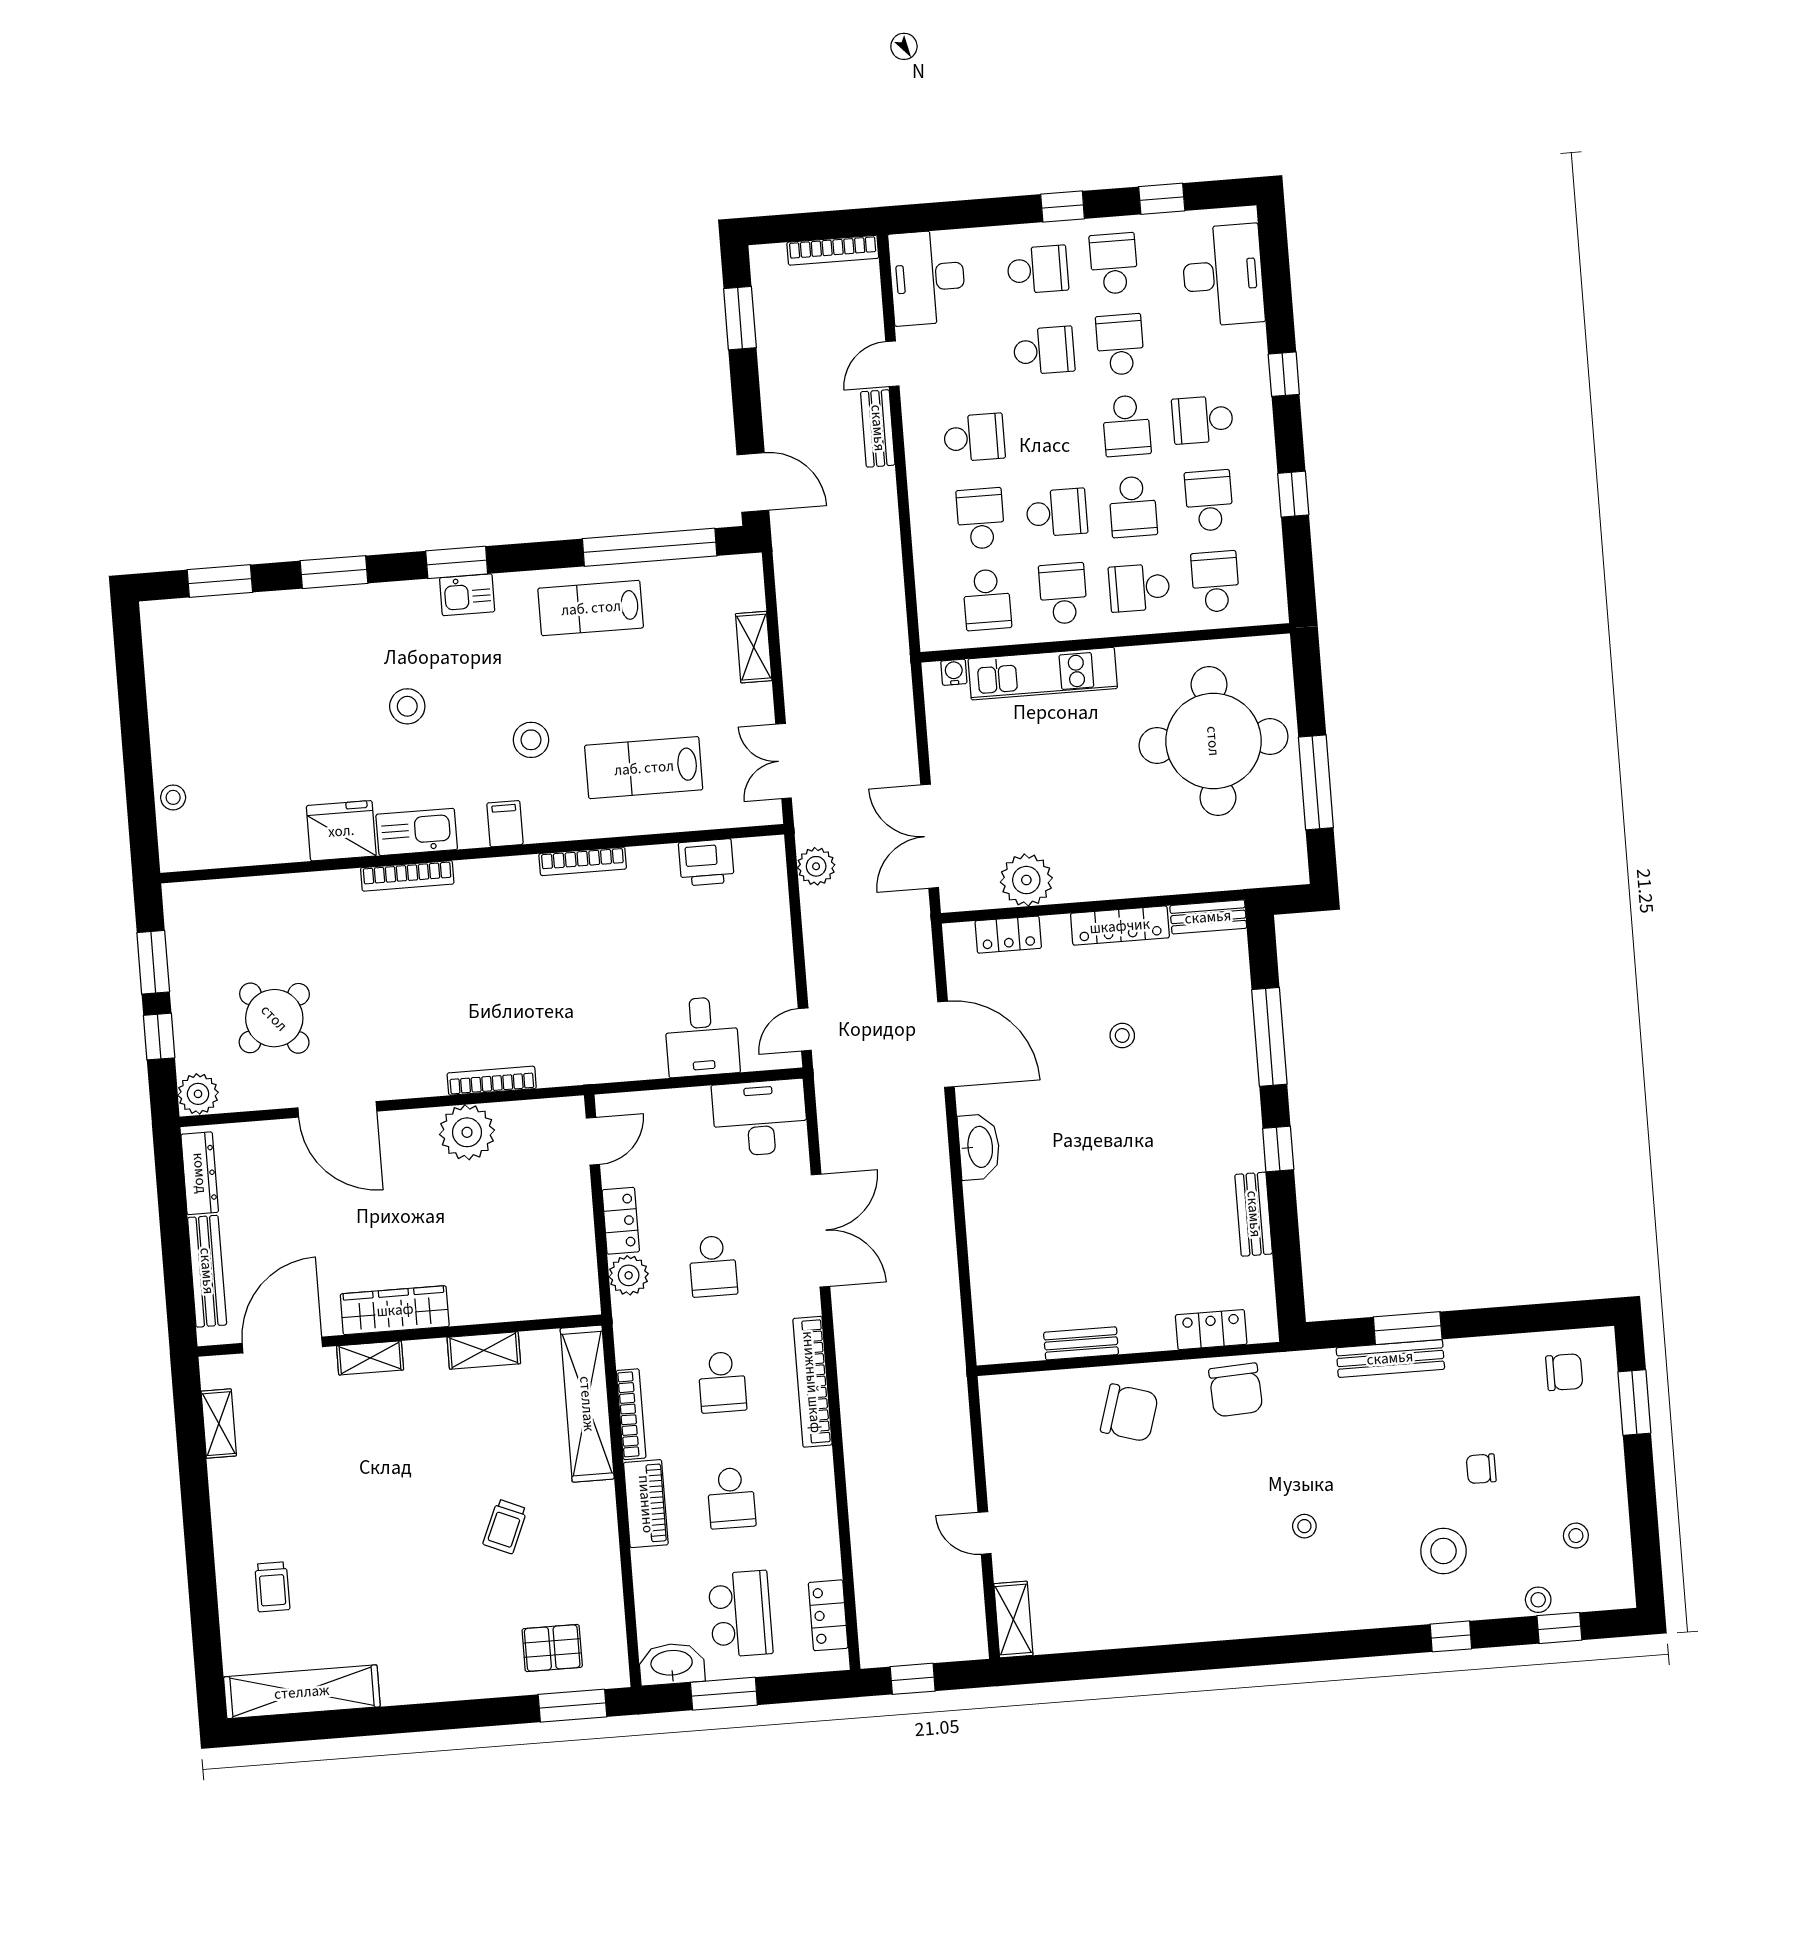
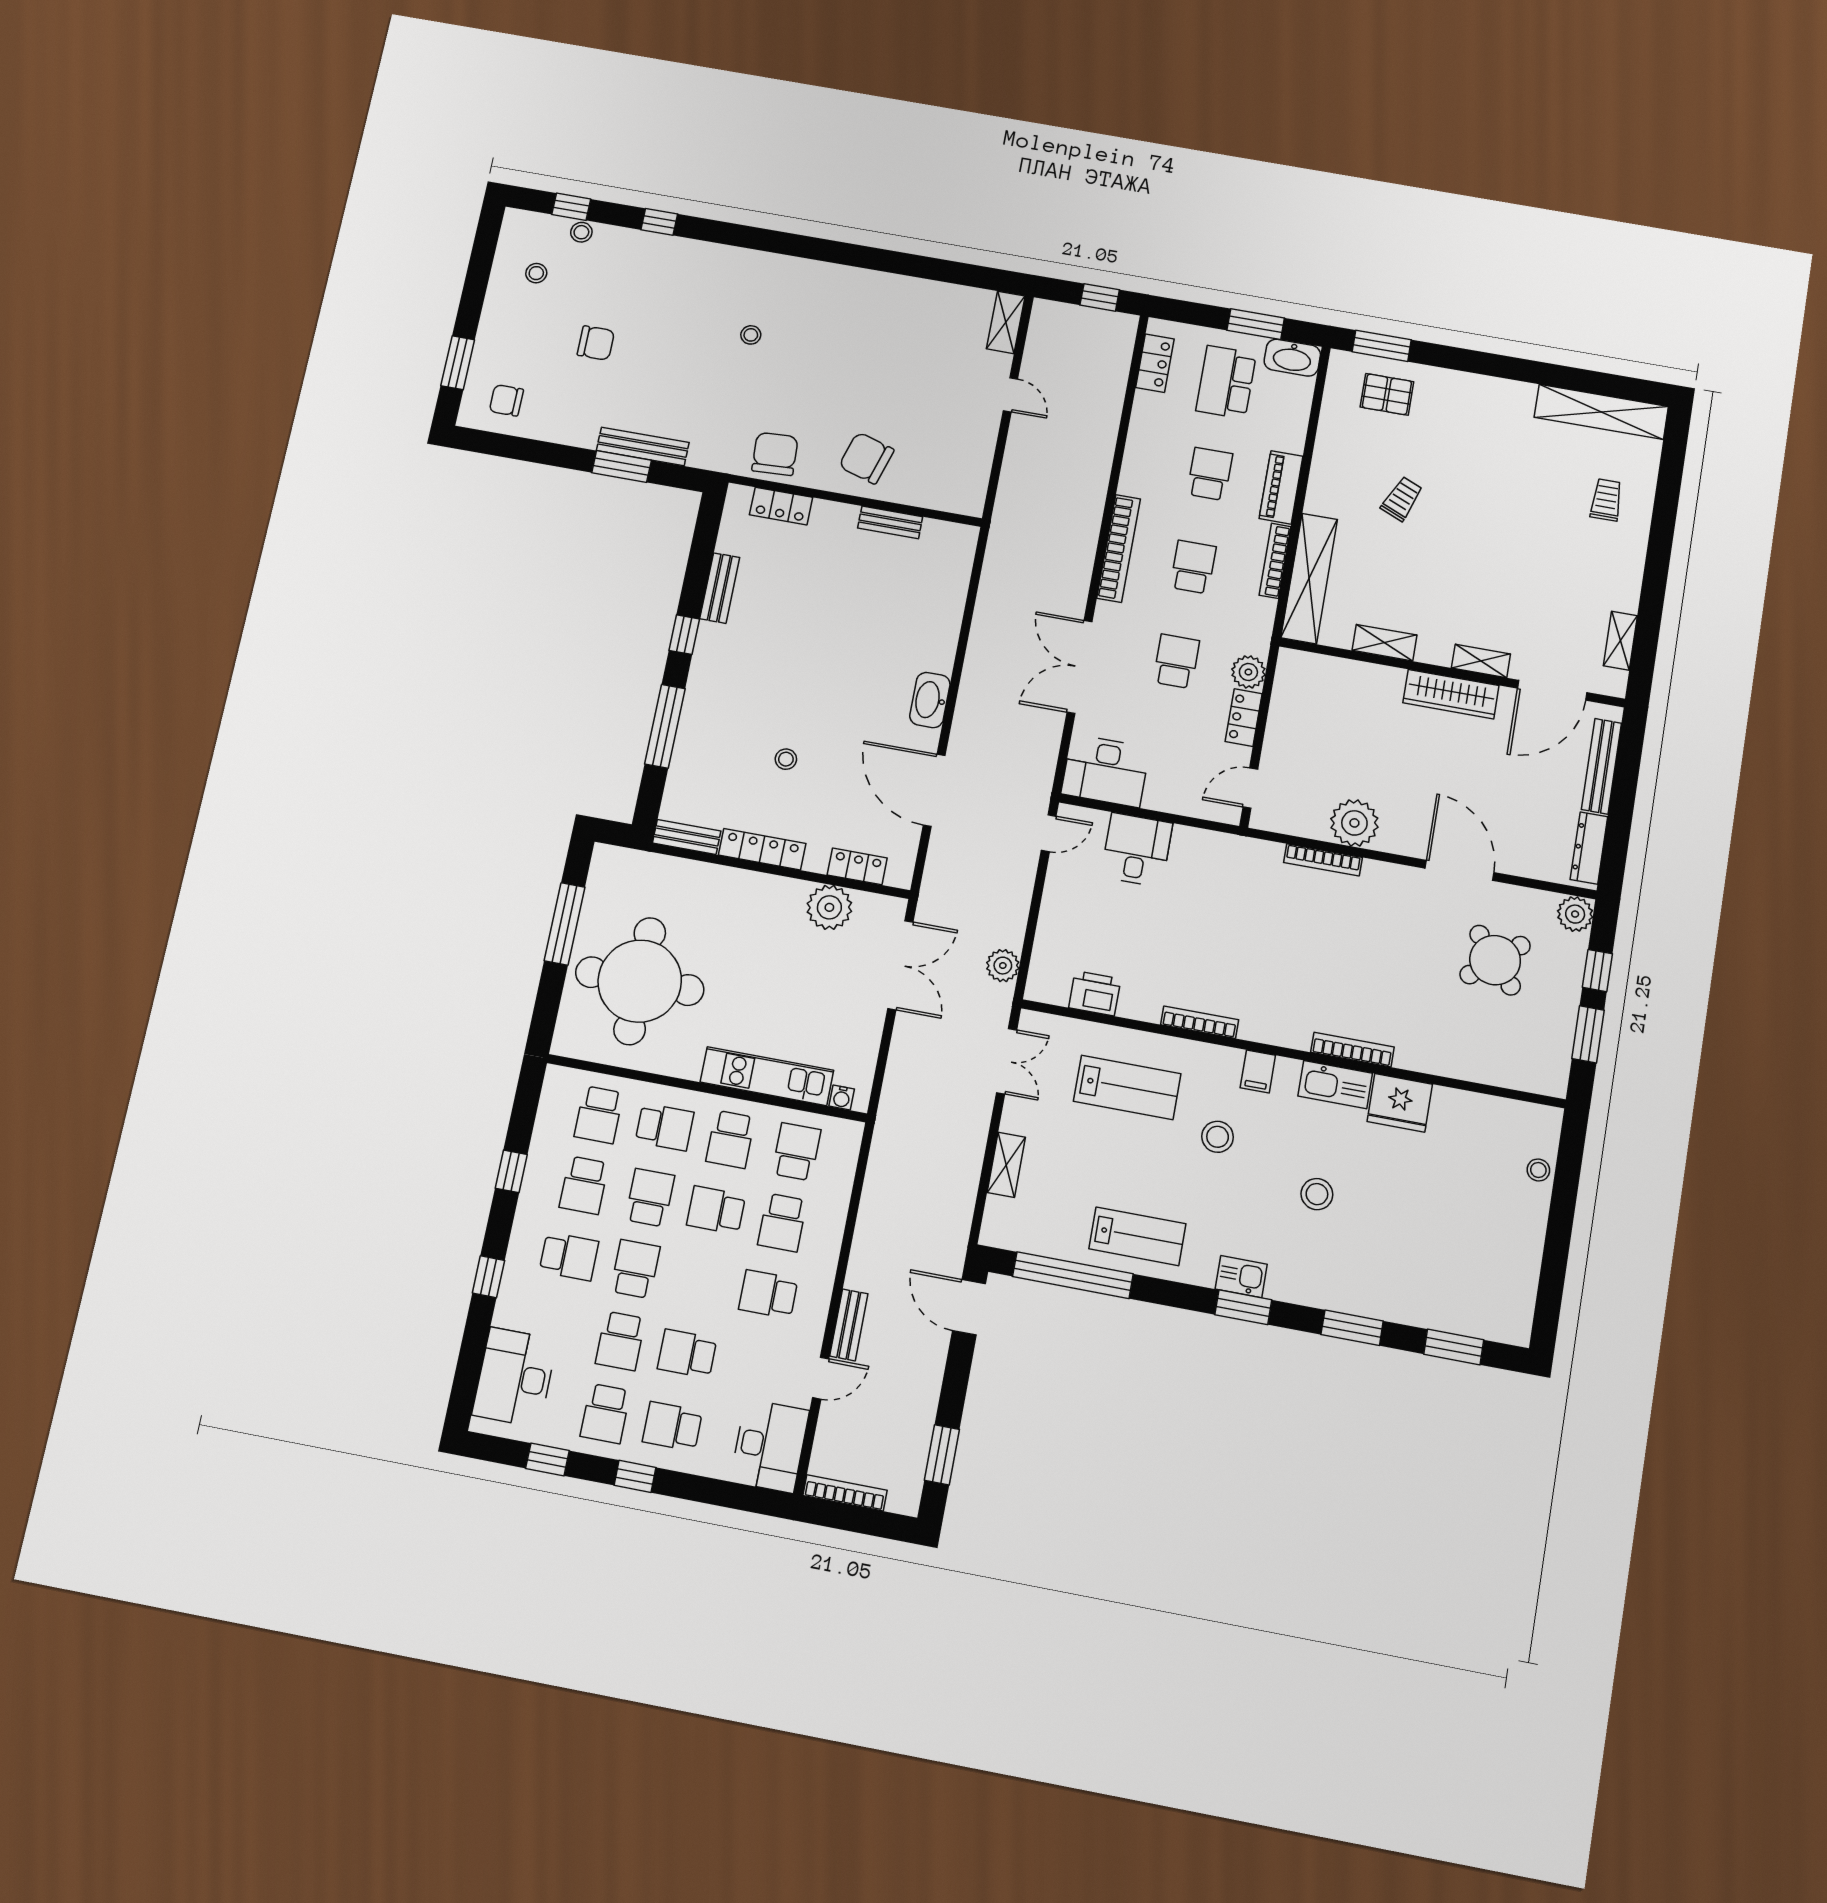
chair: (1481, 1469) -> (596, 343), width x1.37, depth x1.37
stool: (1443, 1551) -> (645, 288), removed

